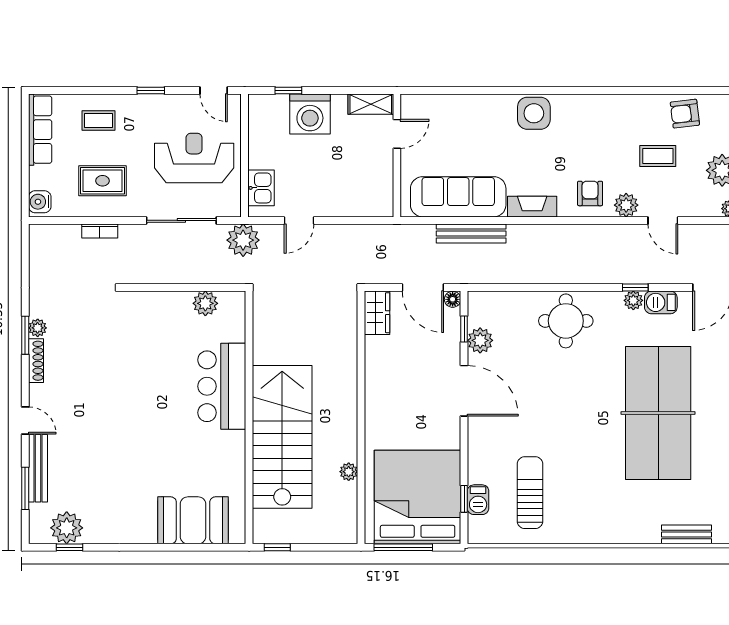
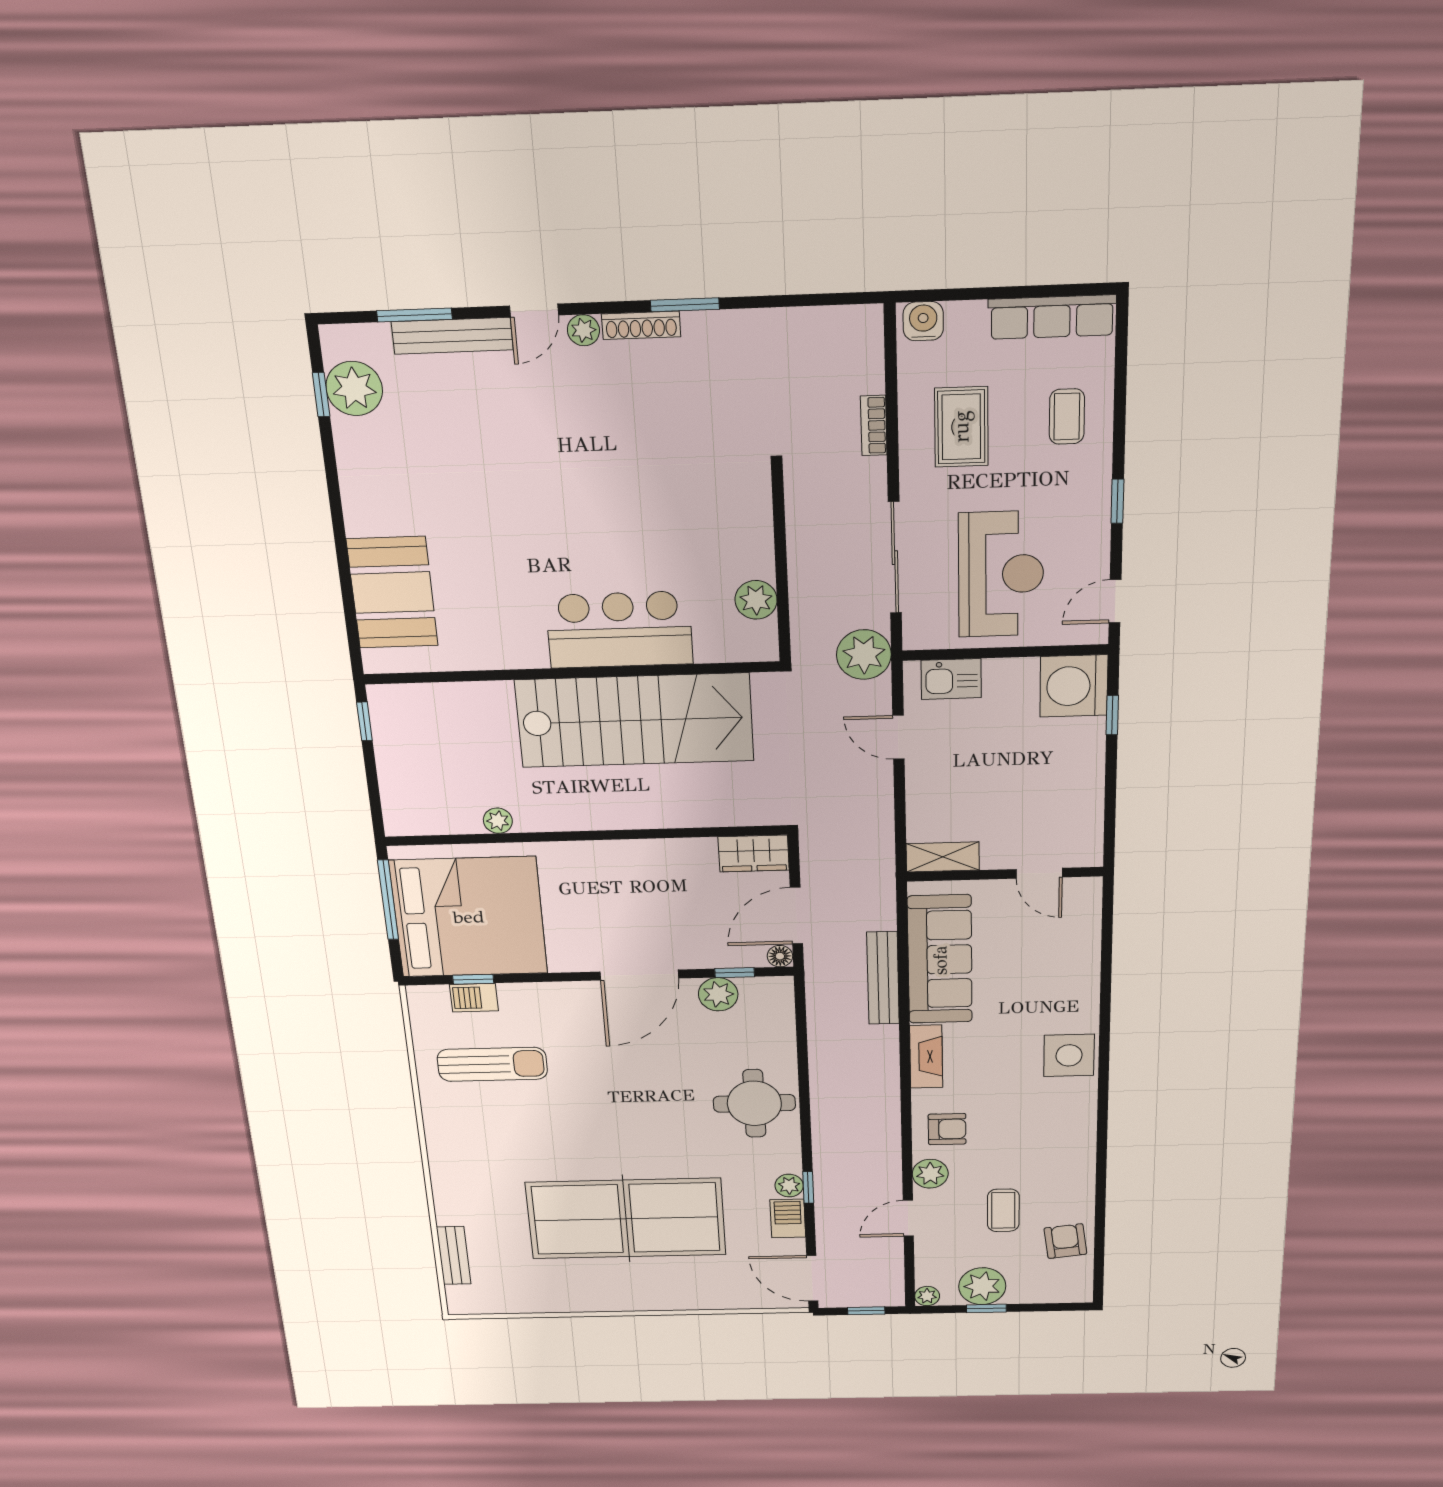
shelving: (371, 104) -> (943, 857), moved, turned 90
washing machine: (310, 114) -> (1074, 686), moved
plant: (38, 328) -> (583, 330), moved
stairs: (282, 437) -> (635, 720), moved

